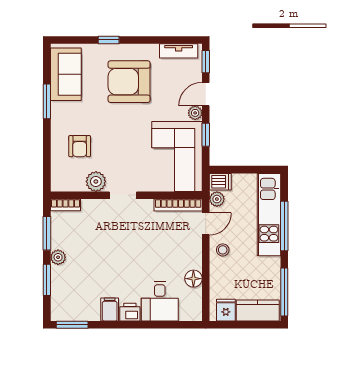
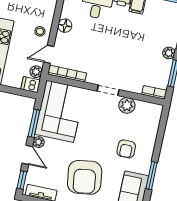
armchair: (129, 82) -> (85, 177), turned 82
door: (206, 94) -> (27, 155), hinge flipped
window: (206, 135) -> (34, 123), width x1.50
armchair: (80, 146) -> (126, 149), moved, turned 180
floor lamp: (193, 279) -> (65, 26), moved

